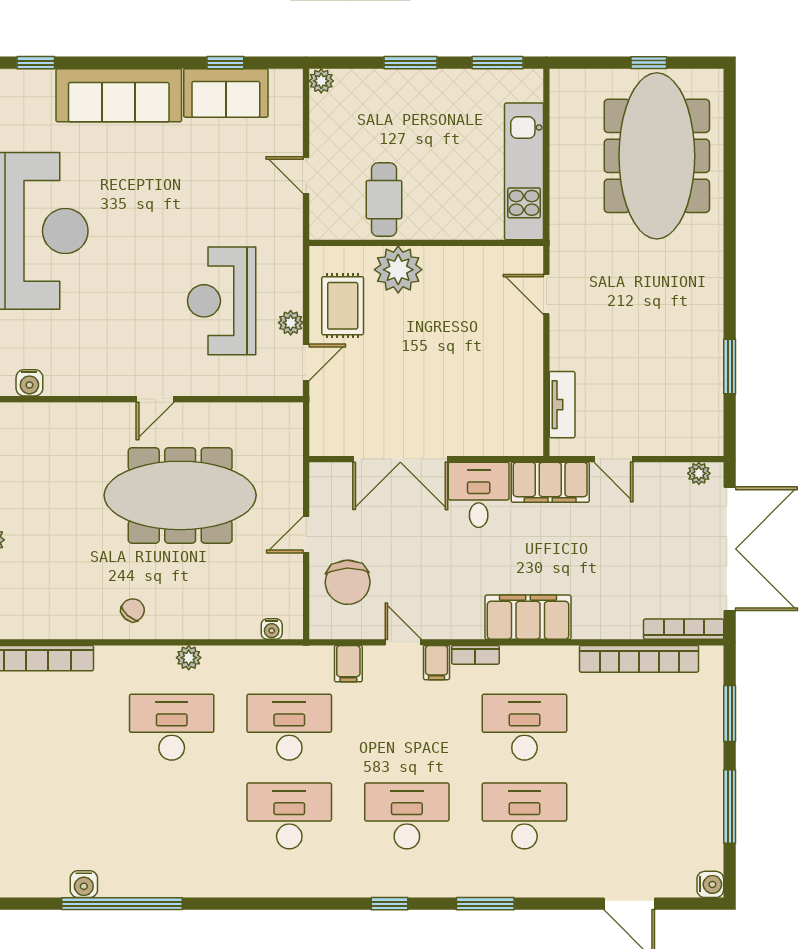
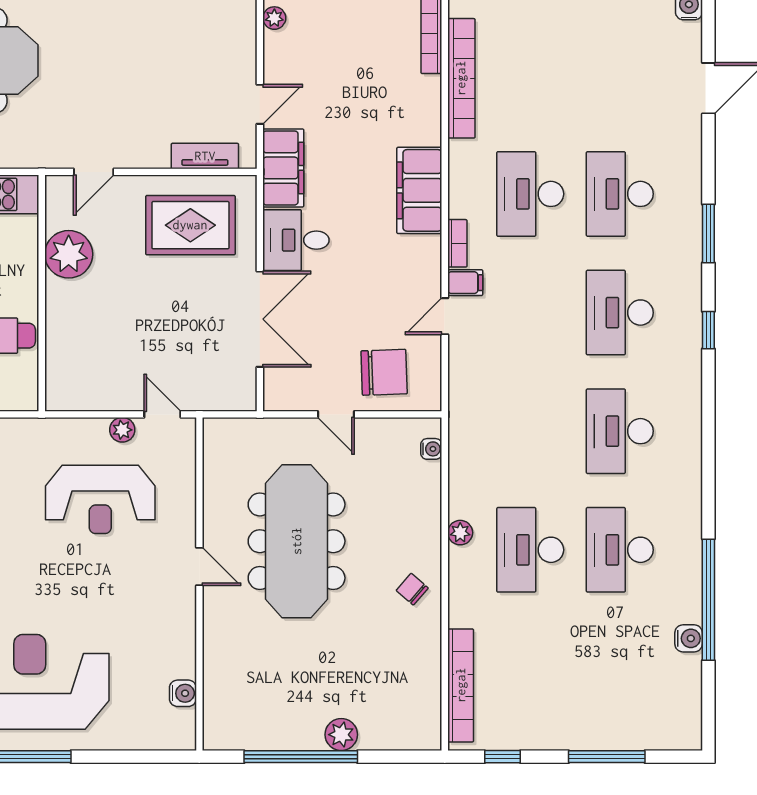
plant: (398, 270) -> (69, 254), moved
rug: (343, 306) -> (190, 225), moved, width x1.36, depth x1.43
filing cabinet: (348, 664) -> (466, 372), removed
desk: (289, 727) -> (620, 550), moved

